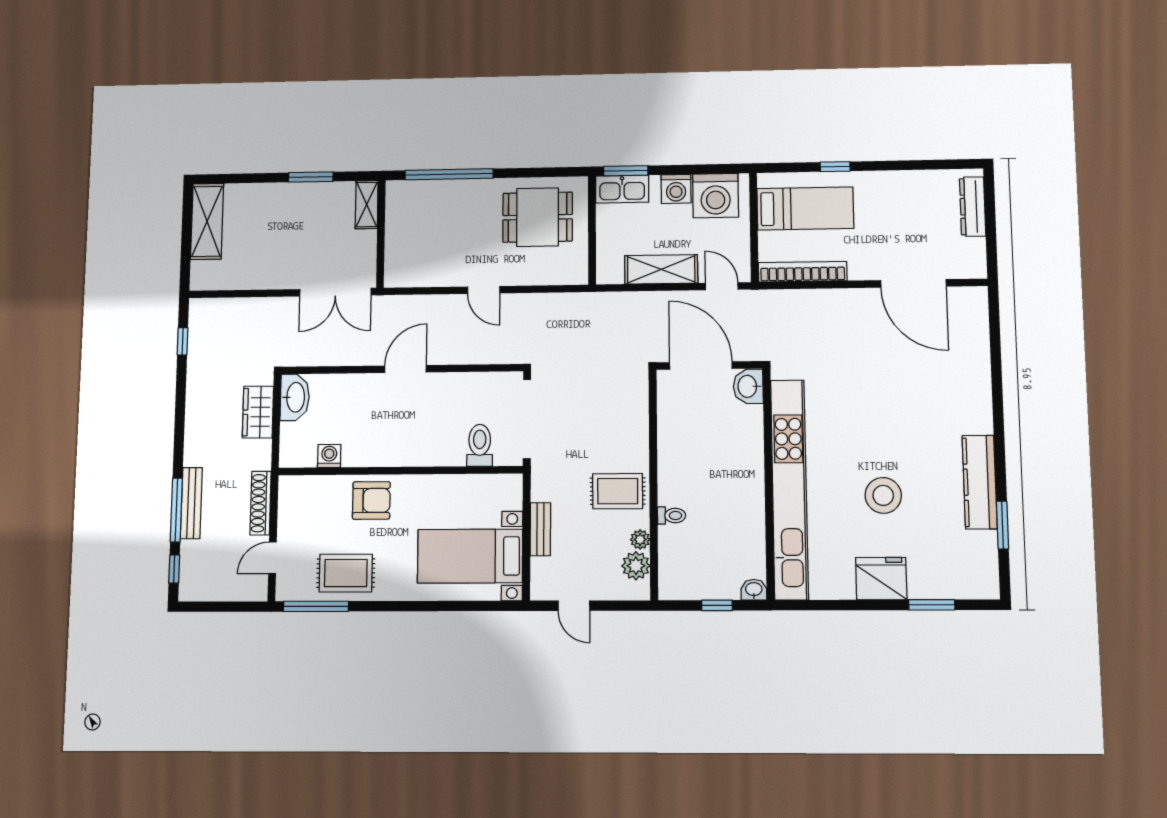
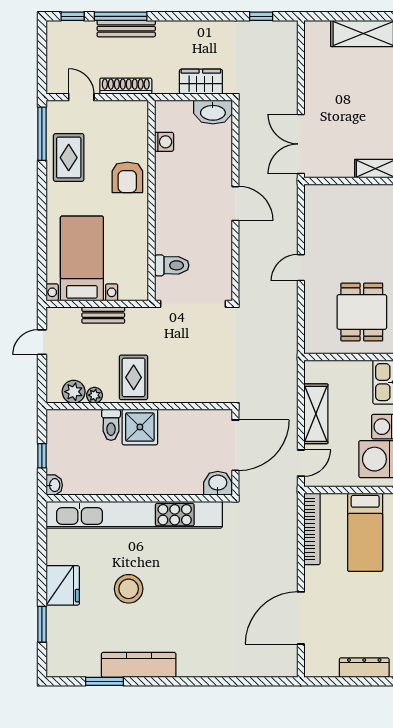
shower: (679, 483) -> (140, 427), added
toilet: (672, 516) -> (111, 425), width x1.37, depth x1.39

